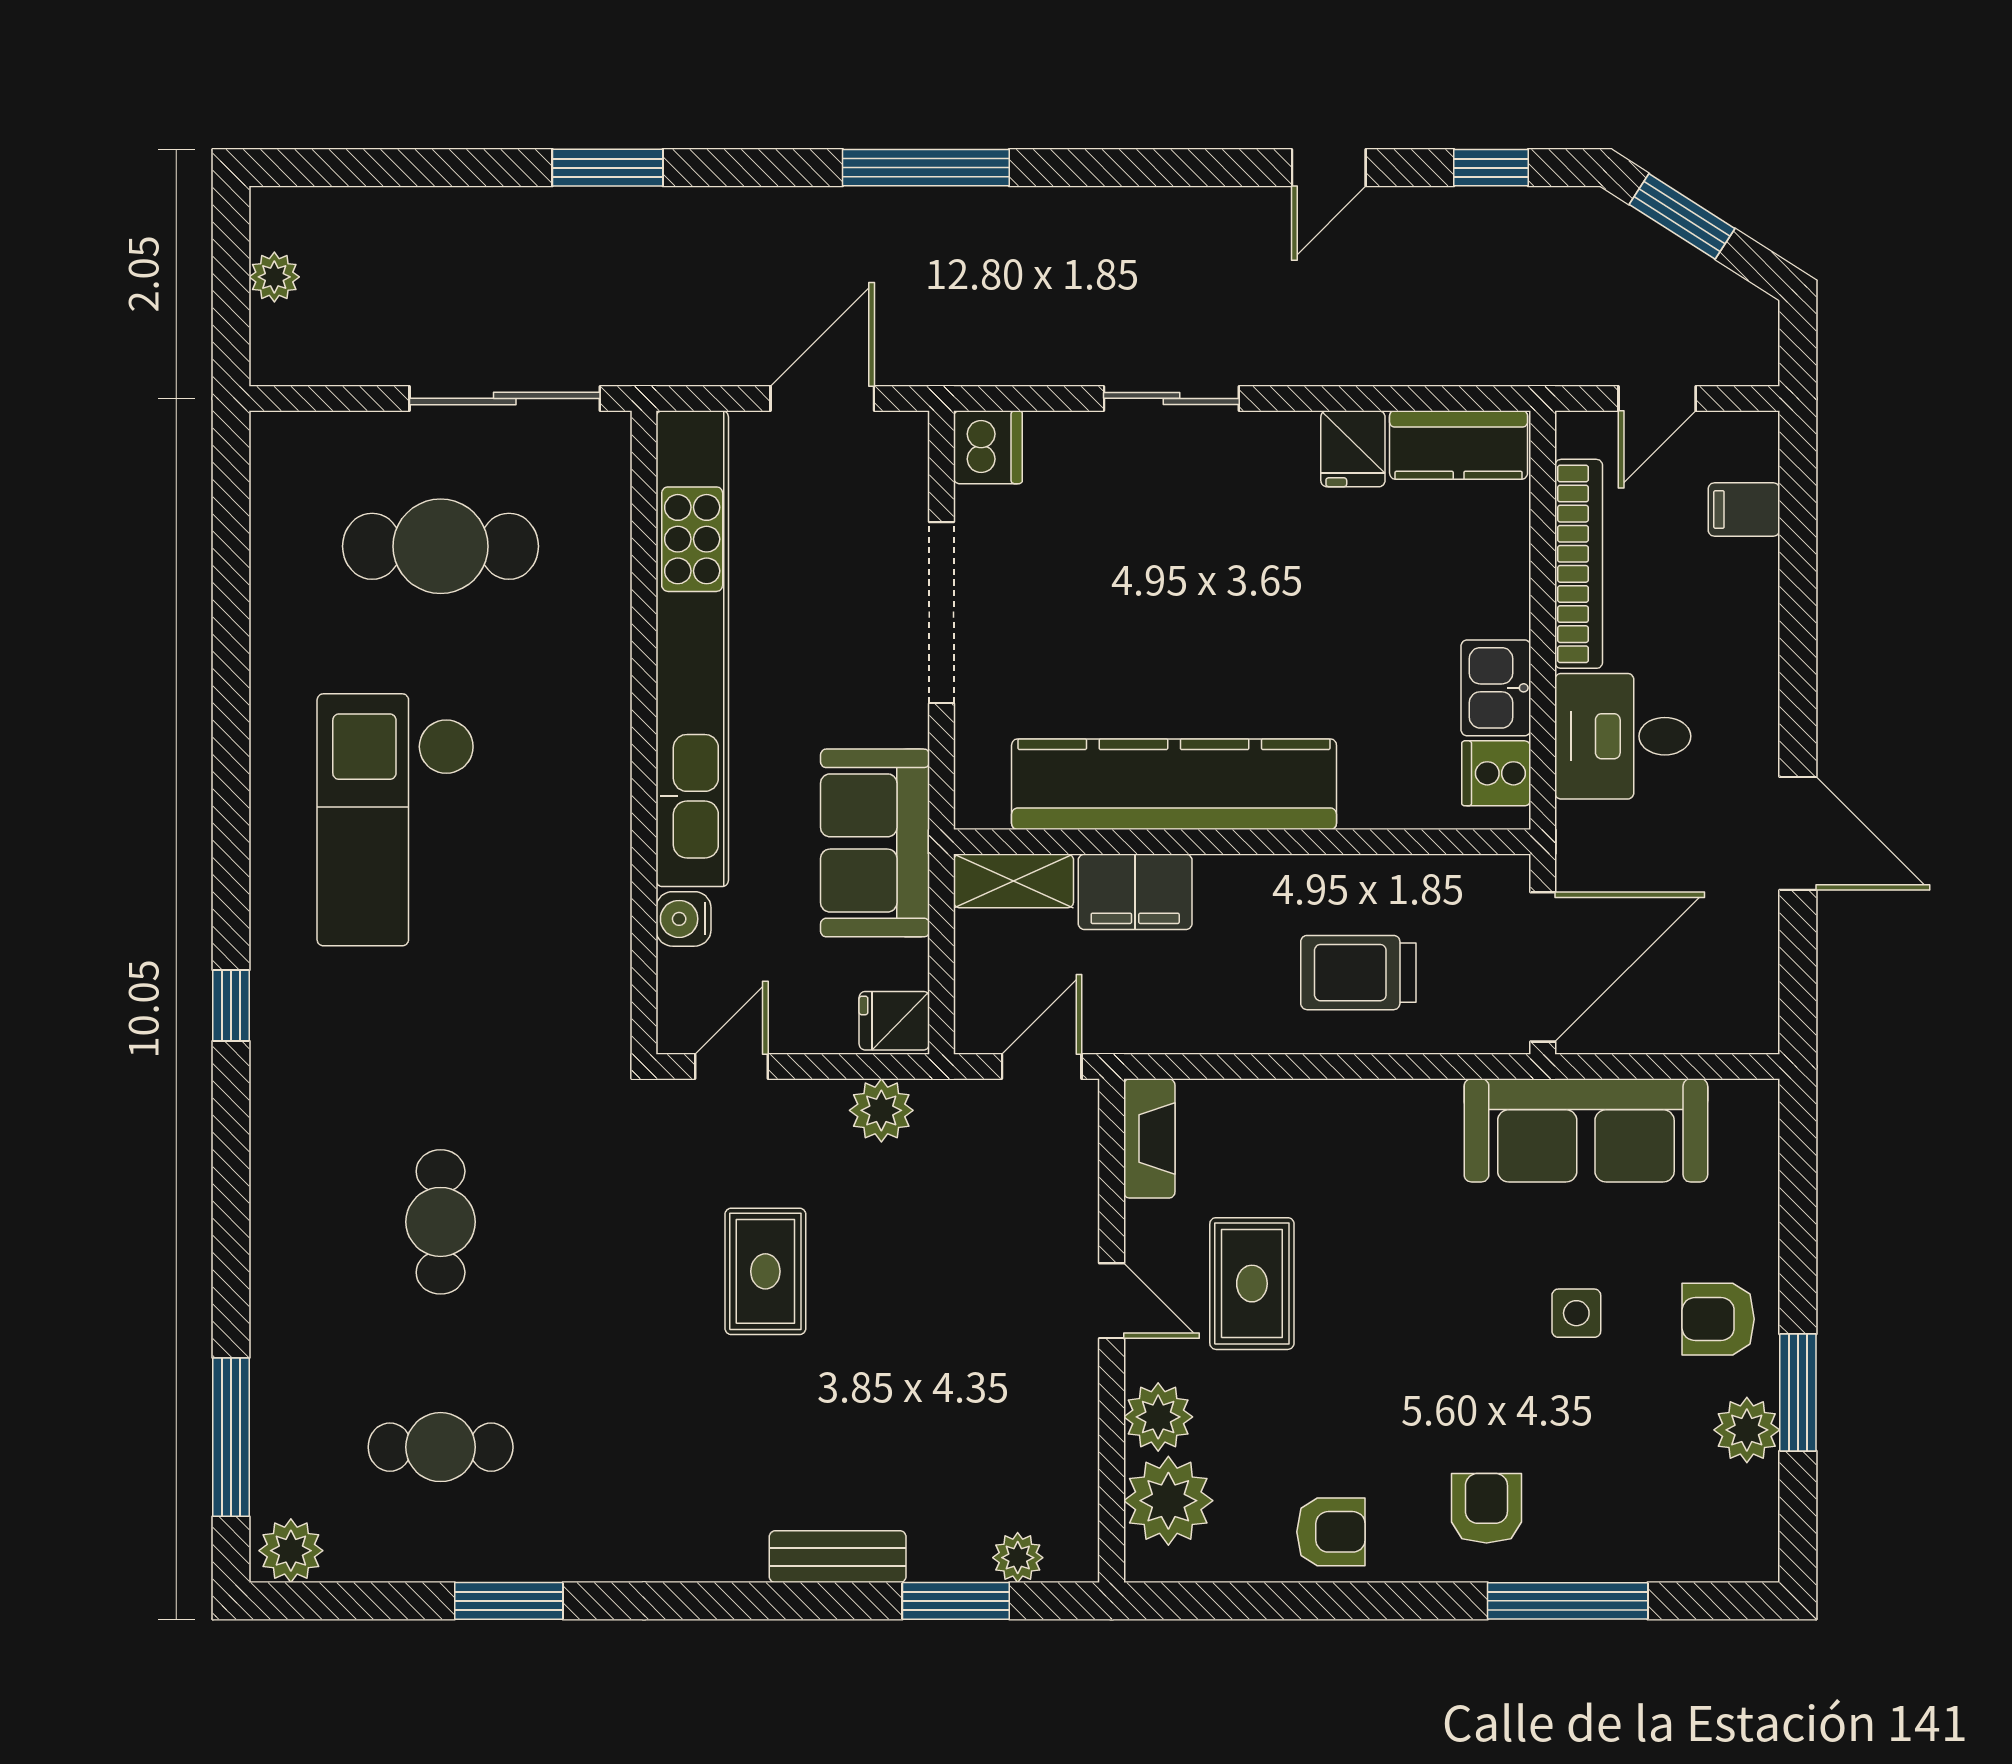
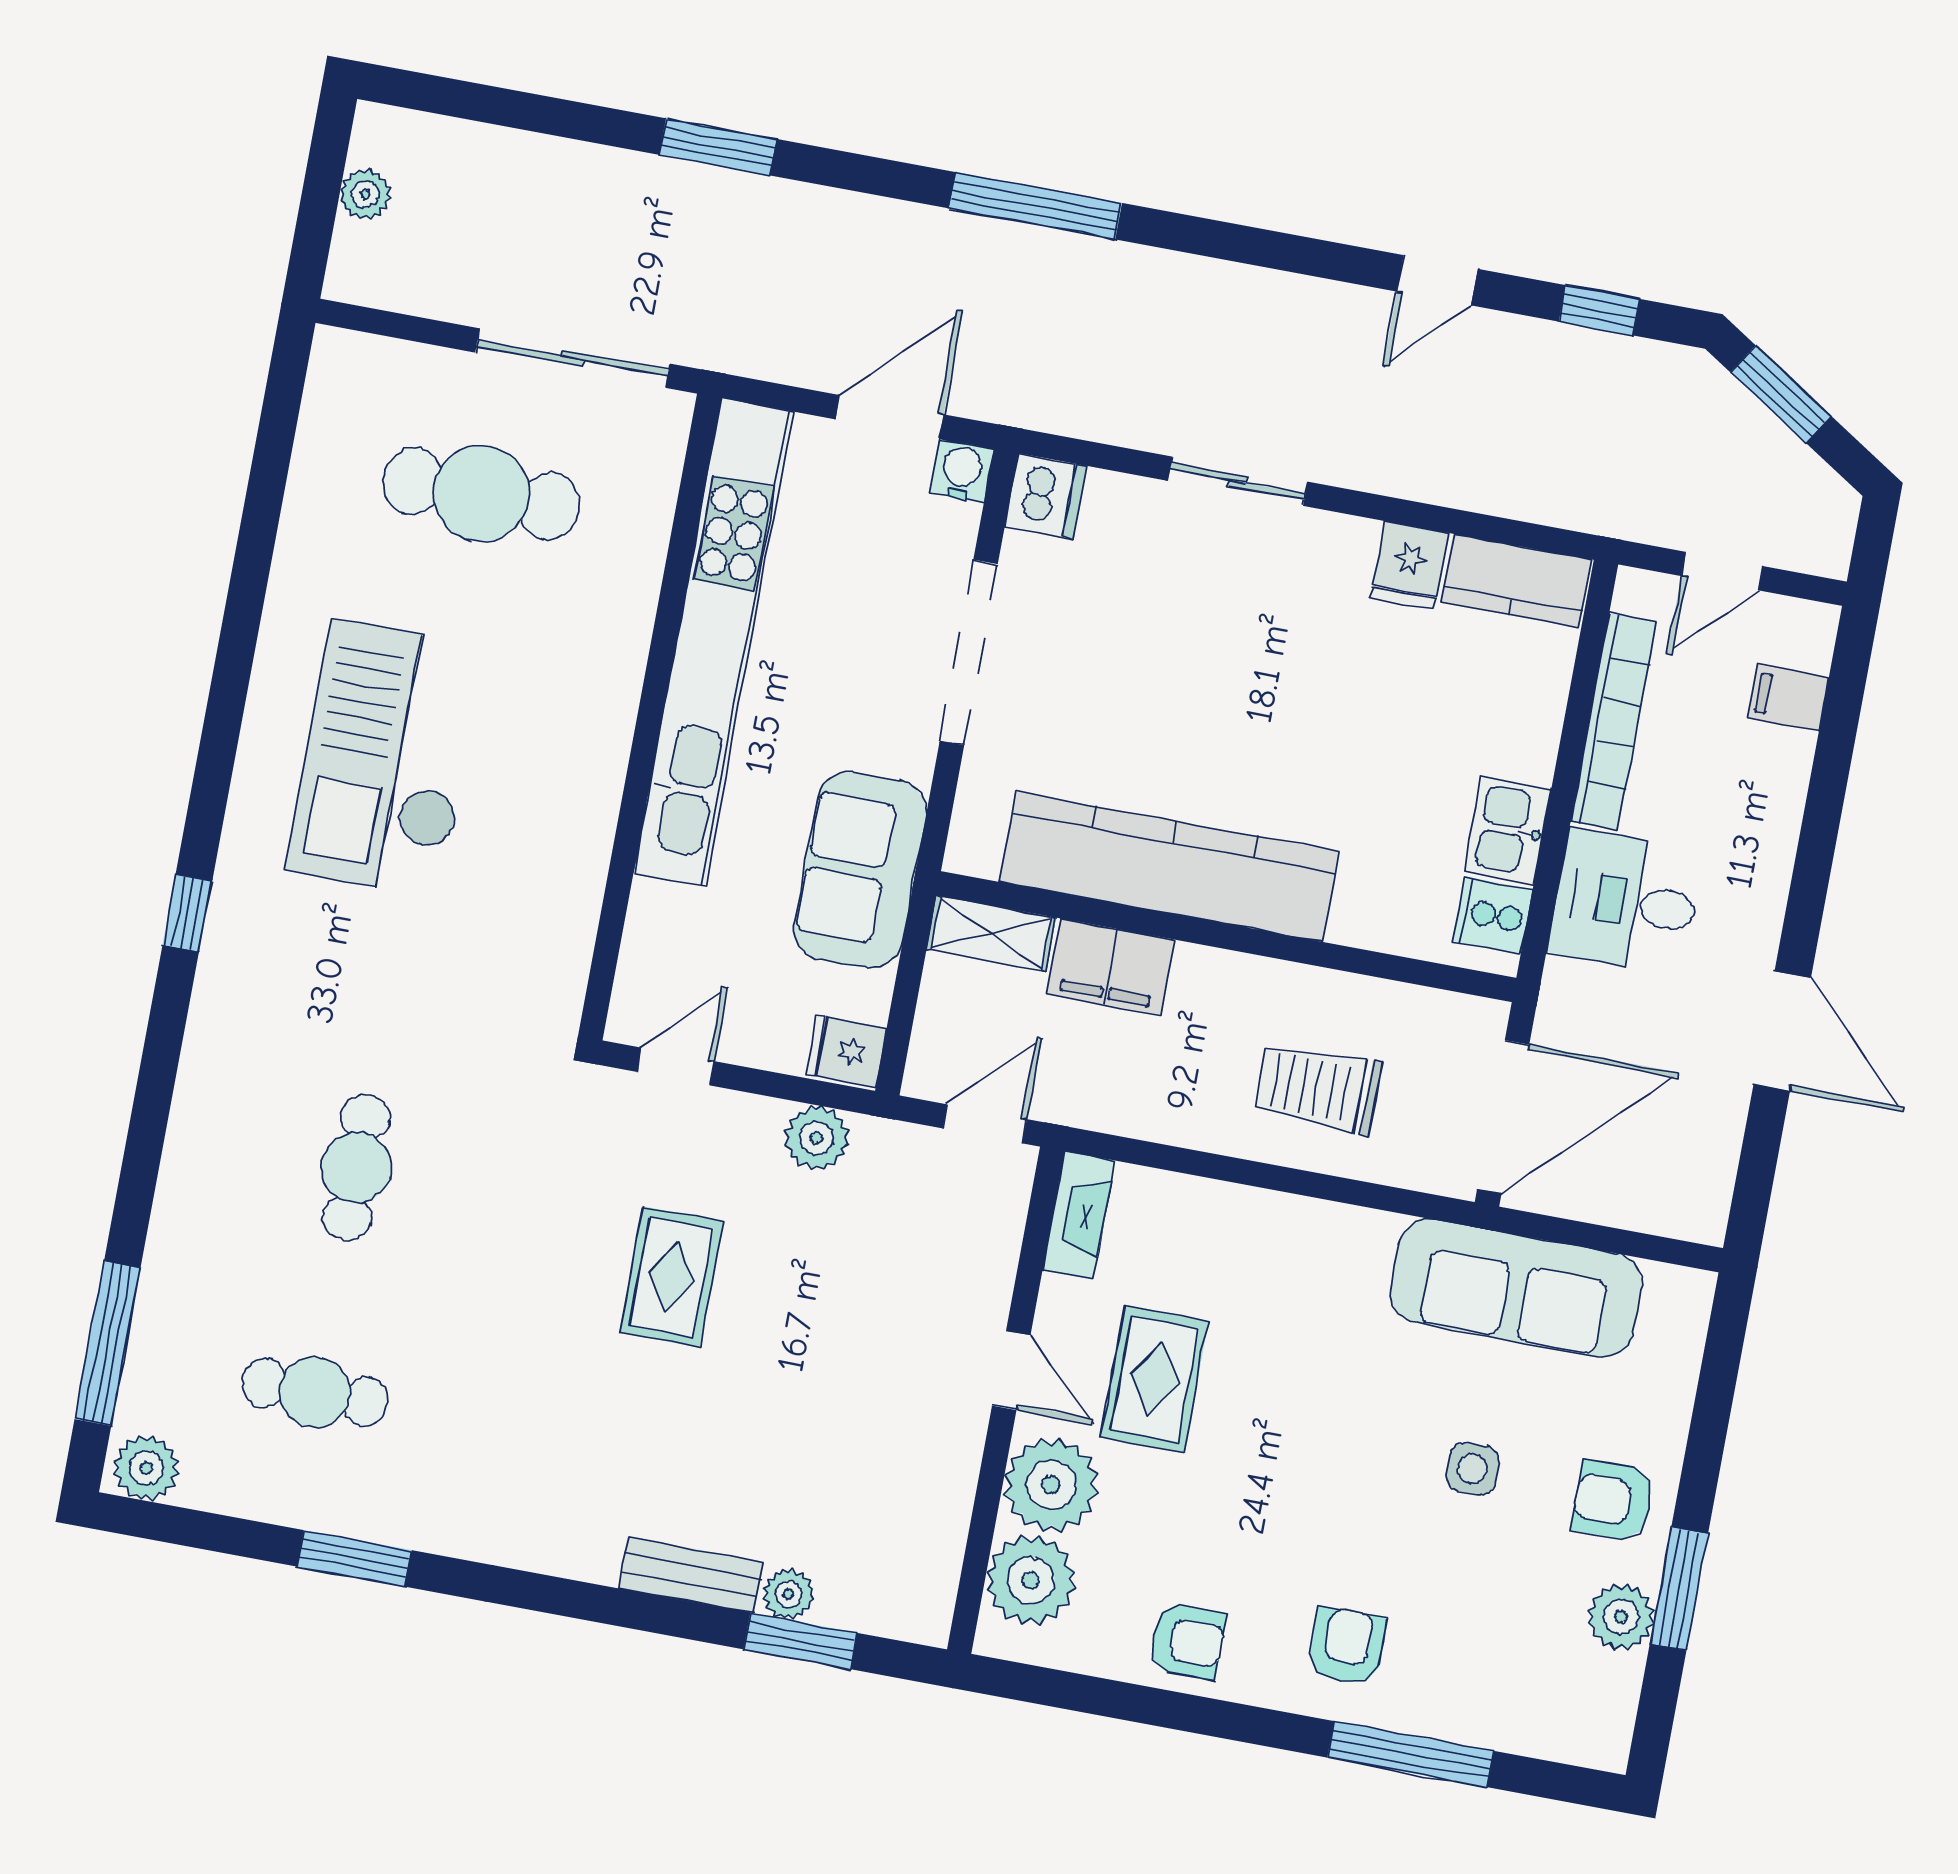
water cooler: (683, 919) -> (962, 471), moved, turned 90
plant: (1158, 1417) -> (1051, 1485), width x1.36, depth x1.36
plant: (1018, 1558) -> (789, 1594), moved

